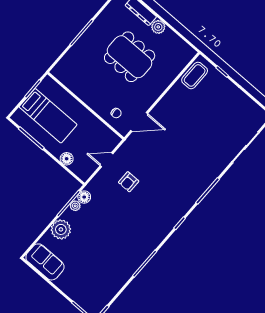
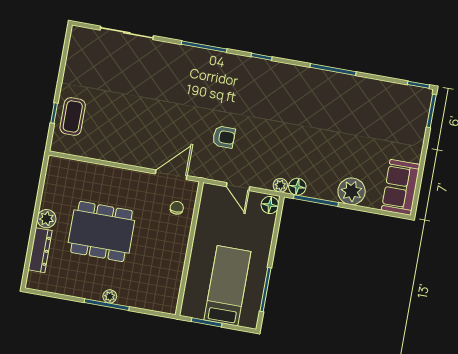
plant: (86, 38) -> (110, 296), added
dining table: (130, 57) -> (101, 231), turned 90
coffee table: (195, 75) -> (73, 116), moved, turned 90
door: (139, 122) -> (171, 175), hinge flipped
floor lamp: (67, 159) -> (270, 205), moved
armchair: (129, 182) -> (224, 137), moved
plant: (75, 206) -> (280, 185), moved

